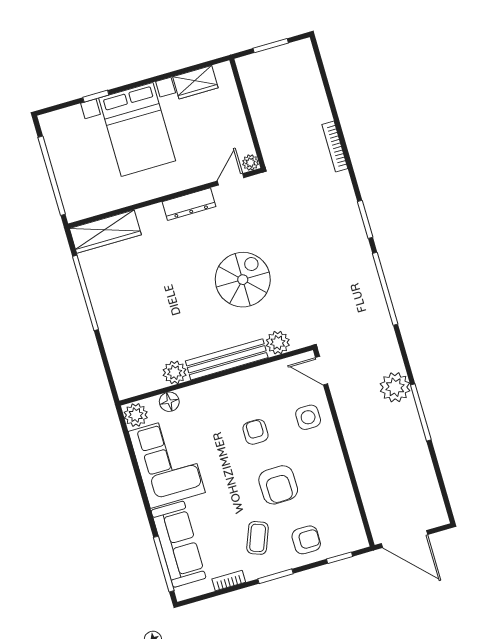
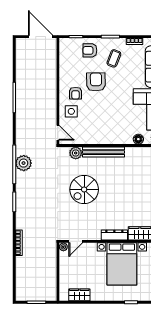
bed with nightstands: (137, 129) -> (122, 264), moved, turned 180
dresser: (189, 204) -> (114, 235), moved
plant: (175, 372) -> (131, 153), removed
plant: (395, 387) -> (24, 163), moved
armchair: (255, 432) -> (76, 93), moved

